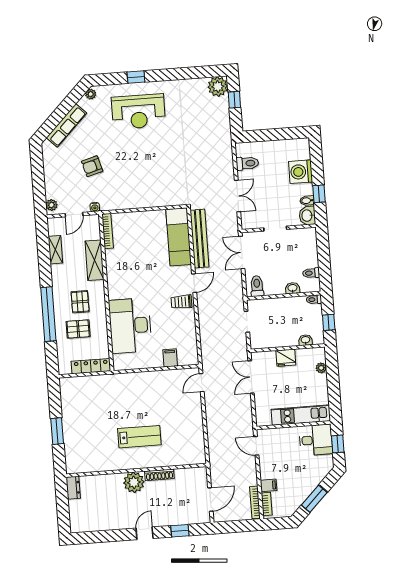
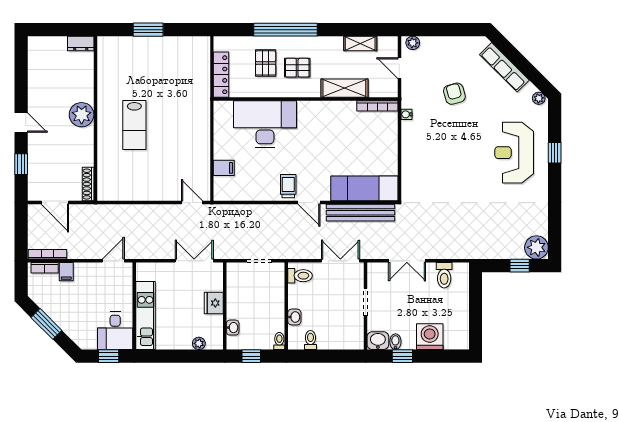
water cooler: (95, 207) -> (406, 114), moved
shoe rack: (159, 475) -> (88, 184), moved

